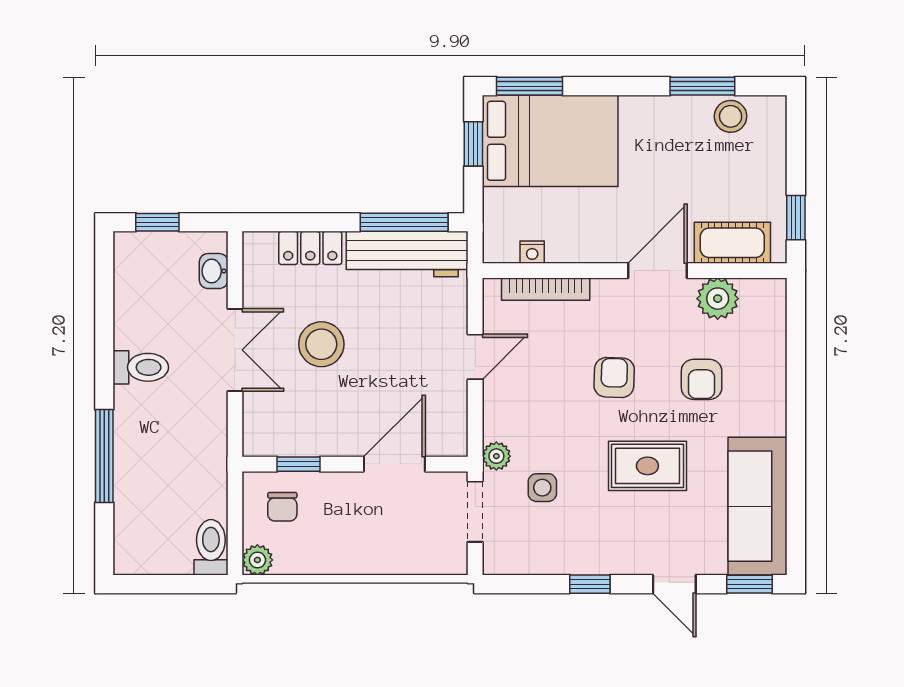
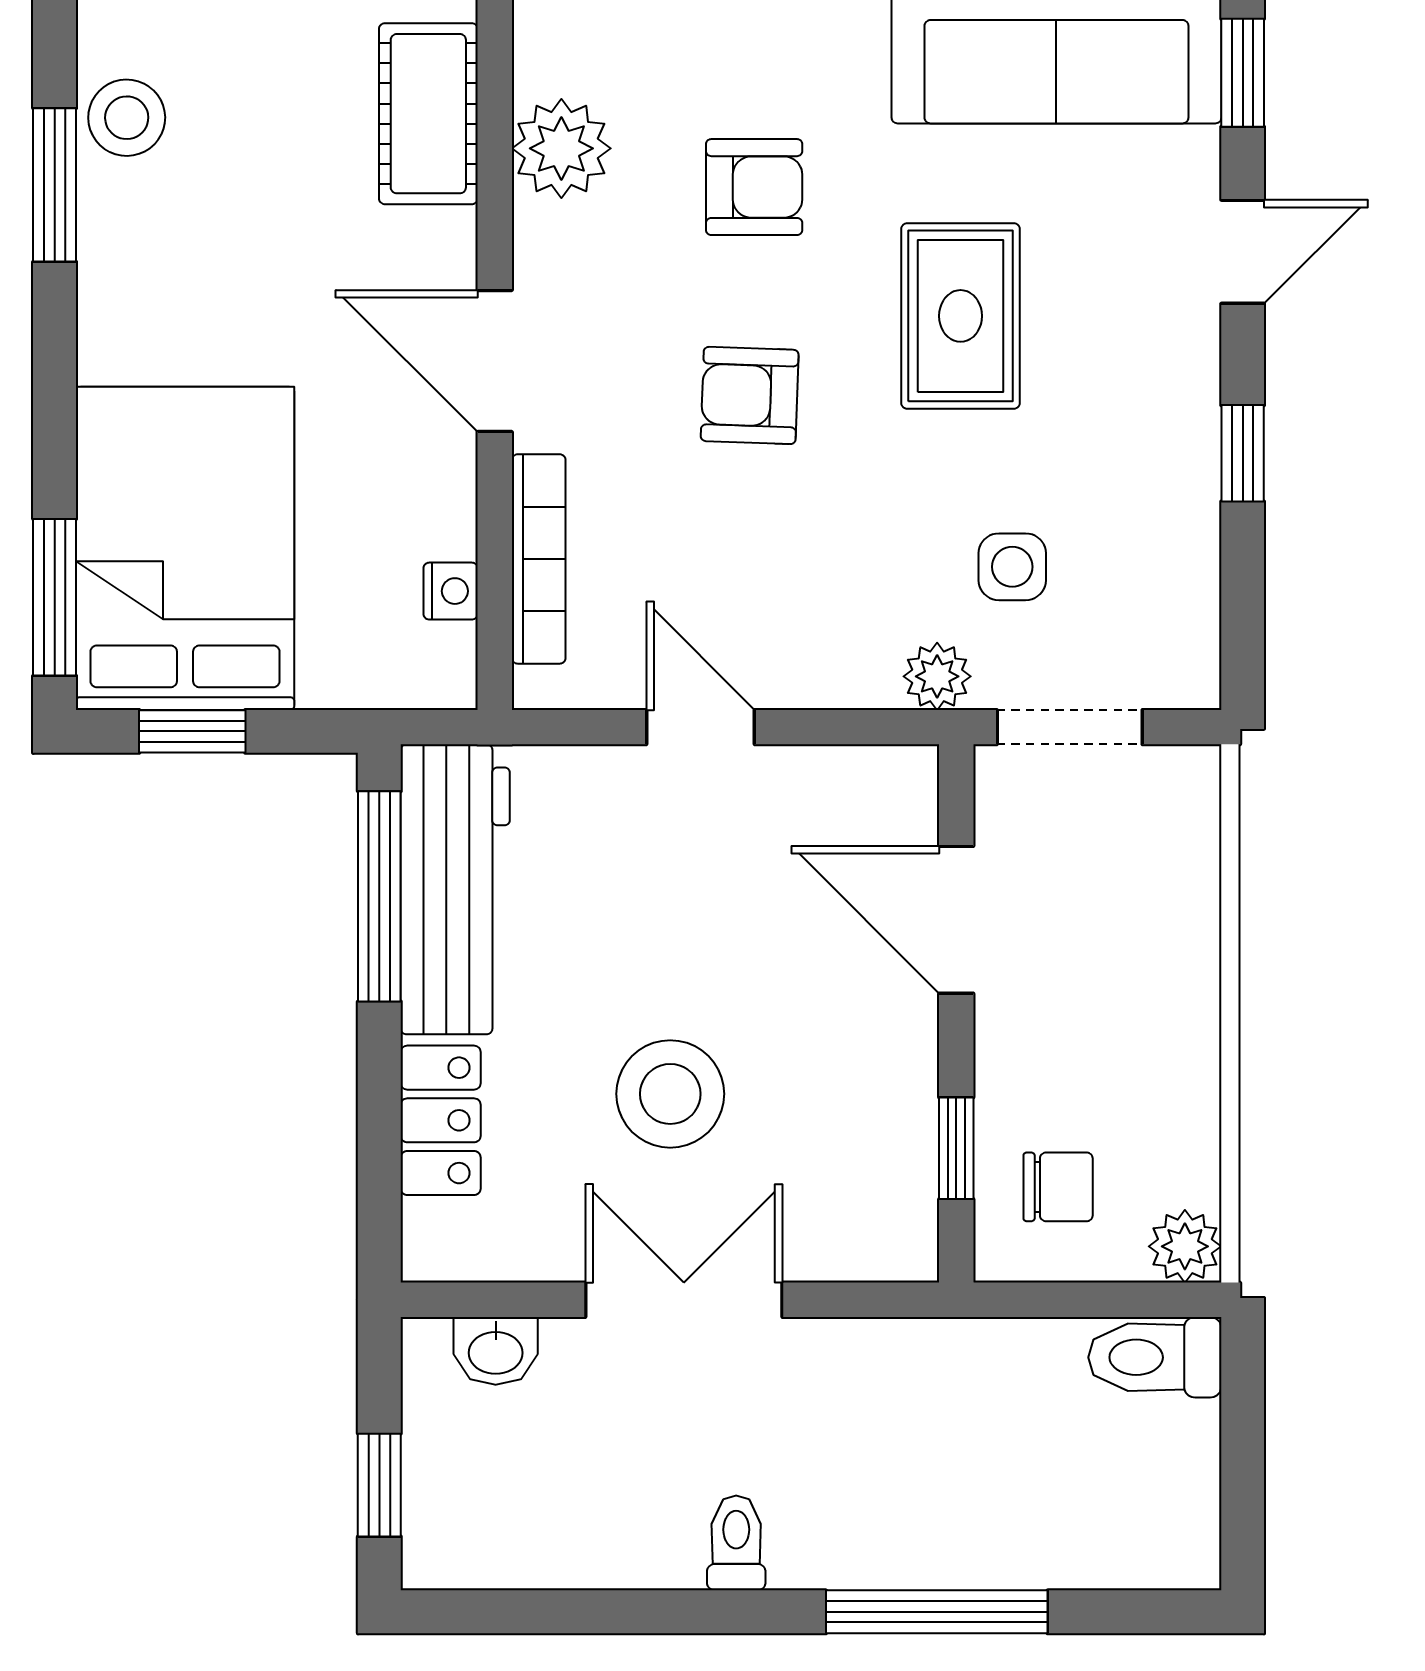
door: (658, 271) -> (495, 361), moved
toilet: (141, 367) -> (736, 1543), width x0.73, depth x0.72

